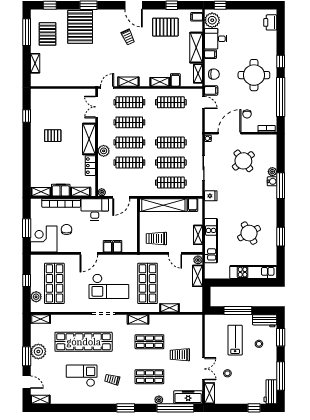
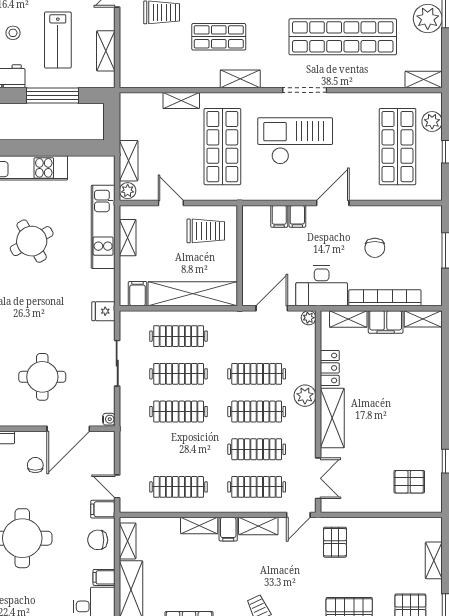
pallet: (88, 73) -> (335, 542), added
filing cabinet: (175, 80) -> (228, 529), moved
pallet: (53, 136) -> (409, 482), moved
round table: (243, 161) -> (42, 377), turned 38
corner desk: (44, 239) -> (417, 230), removed
shelving: (210, 334) -> (106, 51), added

